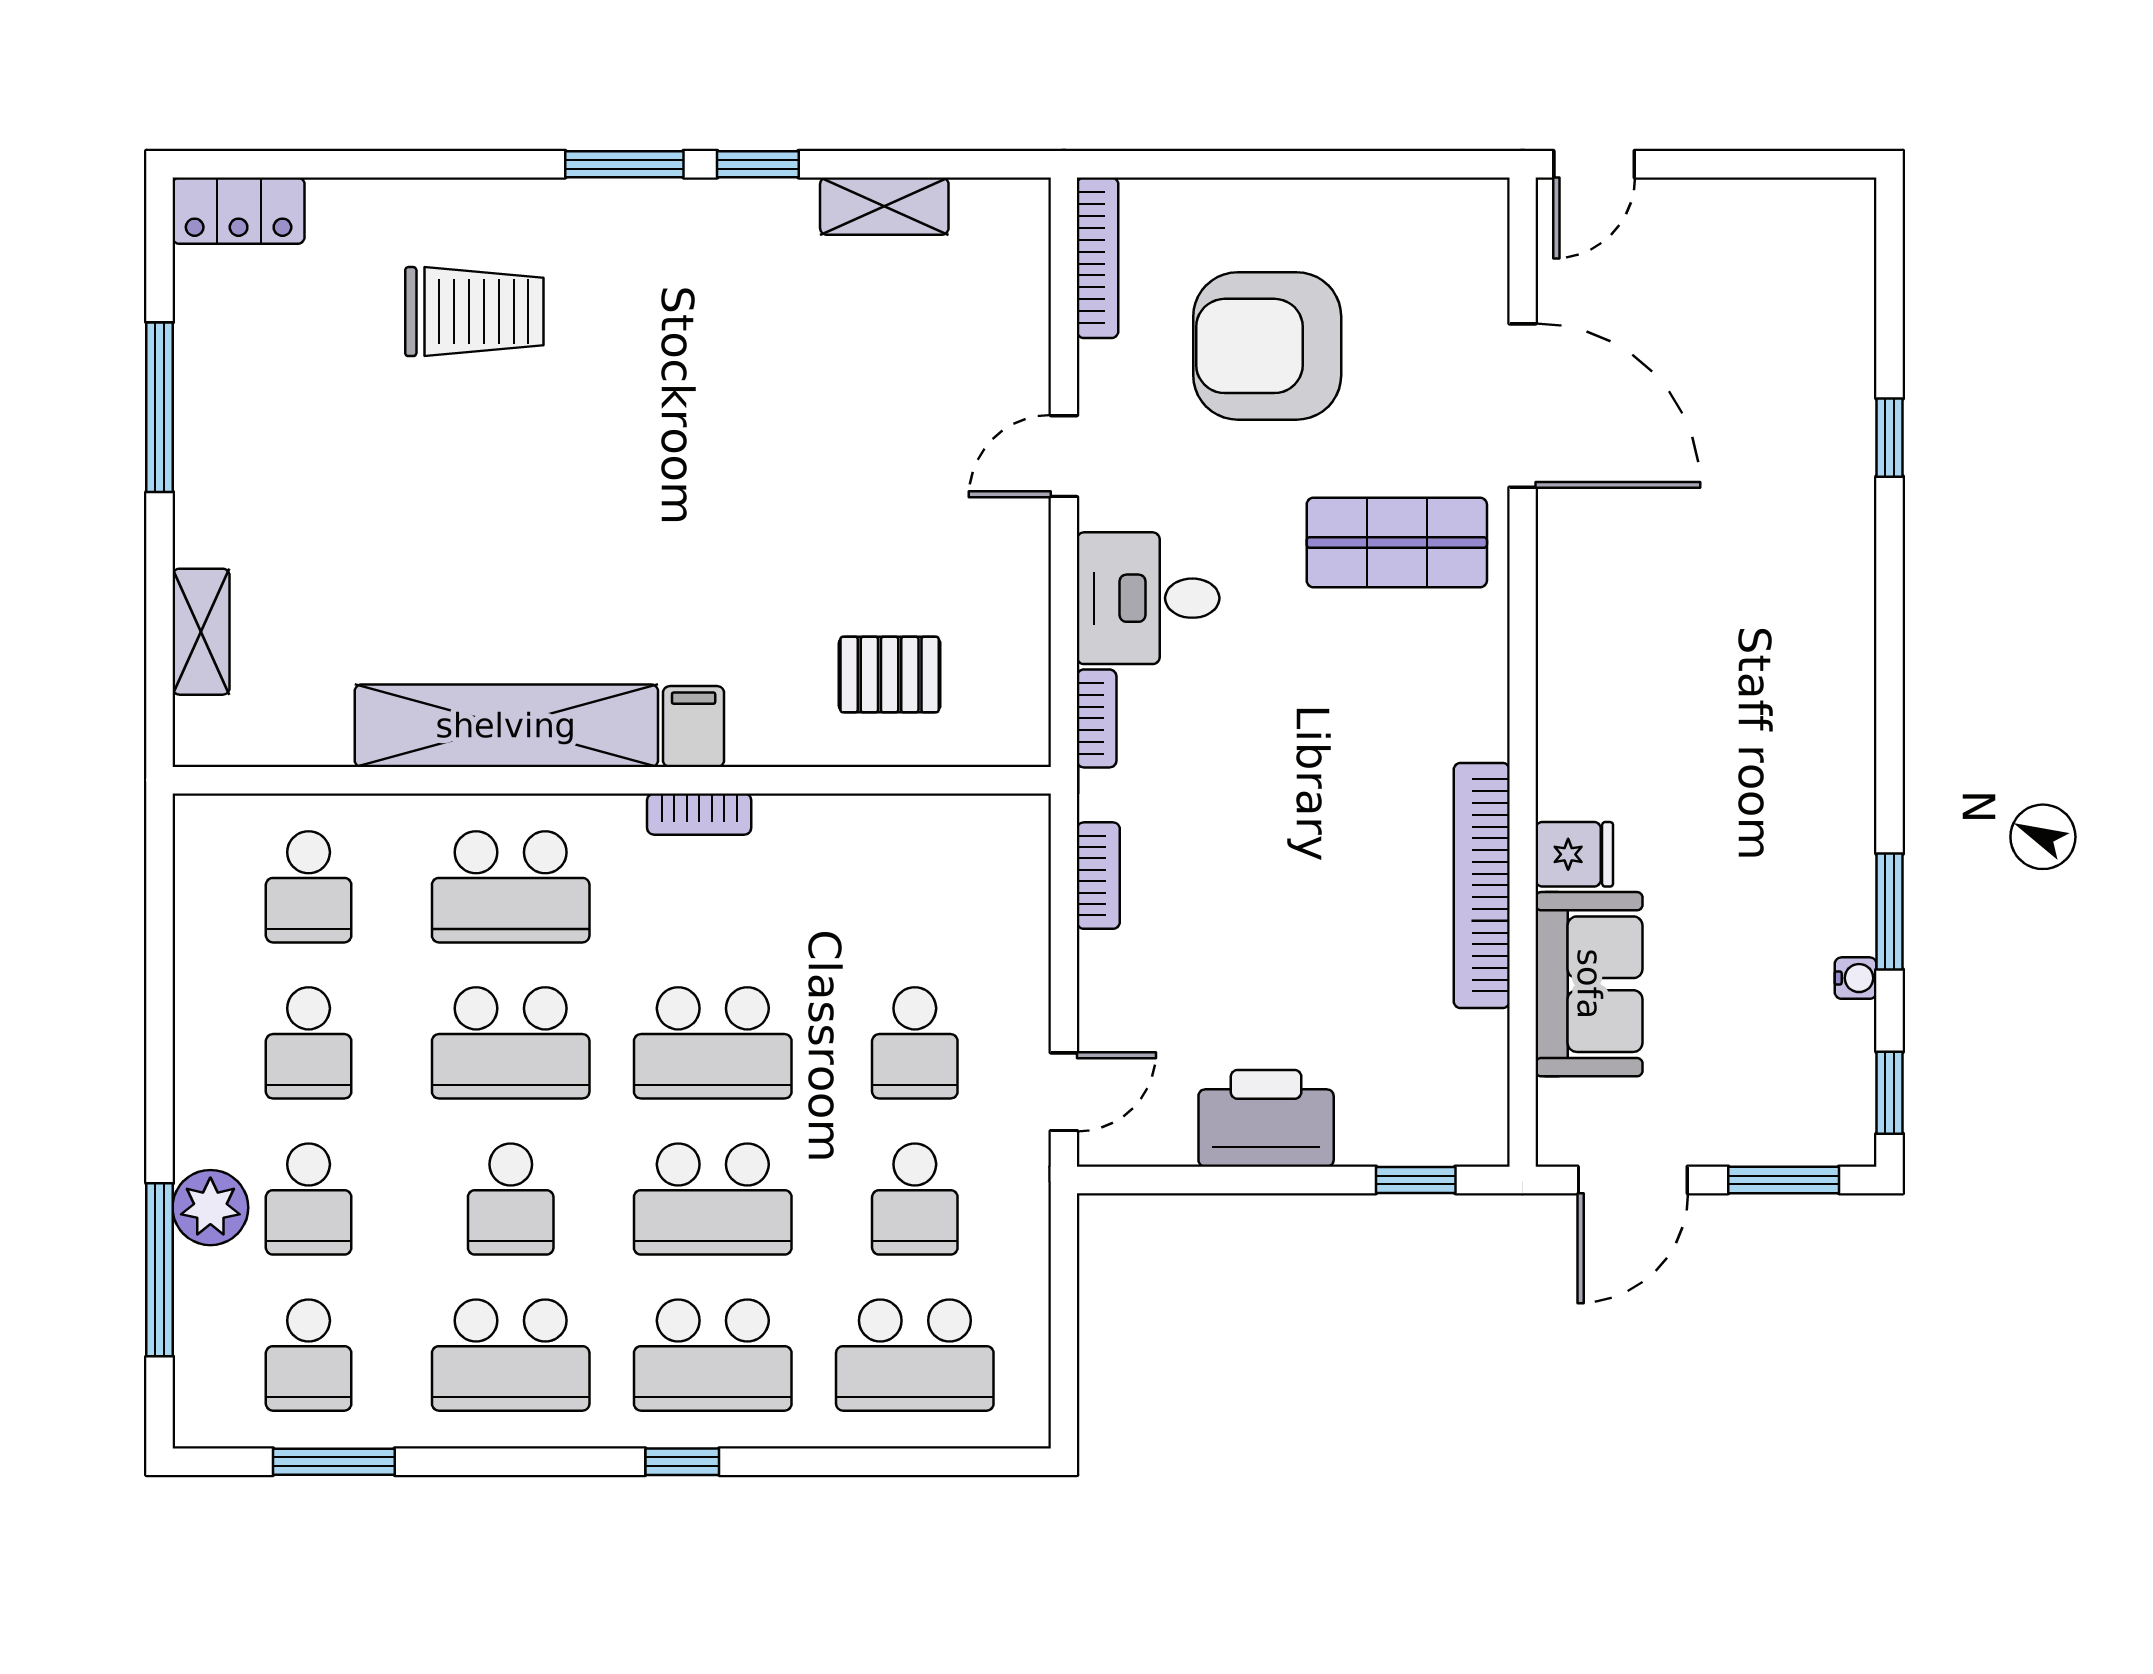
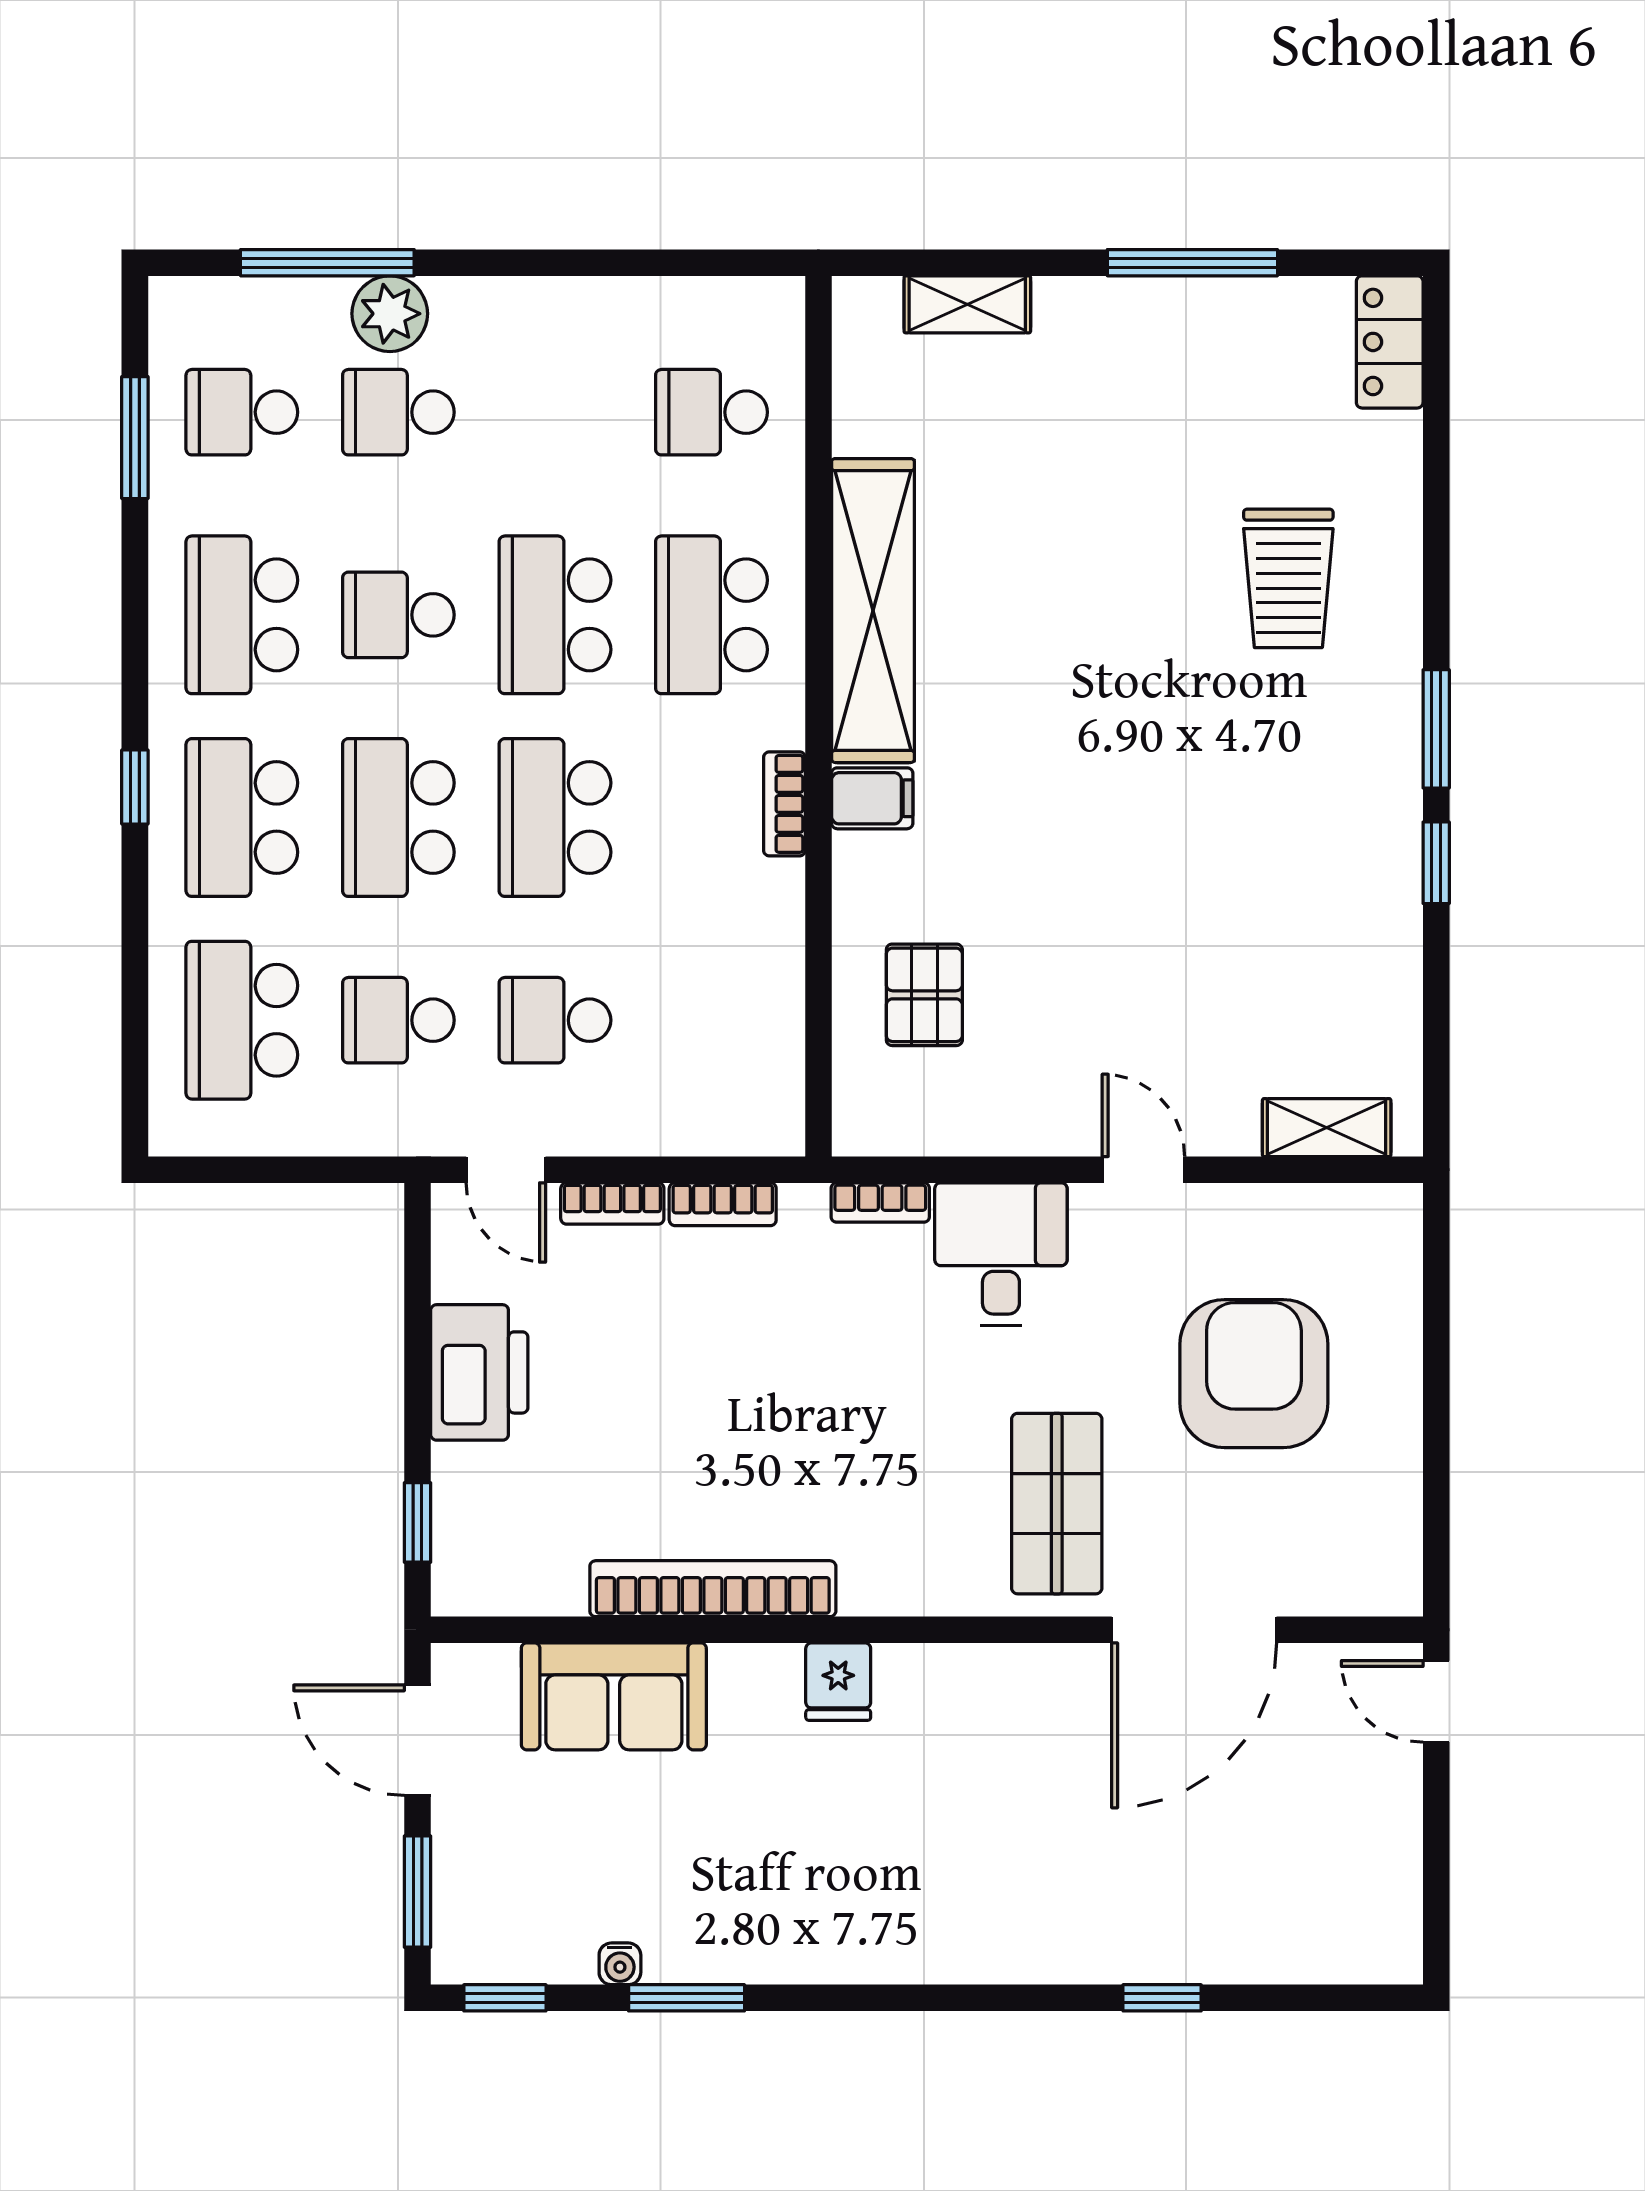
shelving: (884, 206) -> (1327, 1128), moved, turned 90
bookcase: (1098, 258) -> (612, 1203), moved, width x0.64
fridge: (1574, 854) -> (838, 1682), moved
school desk: (309, 1043) -> (555, 412), removed

